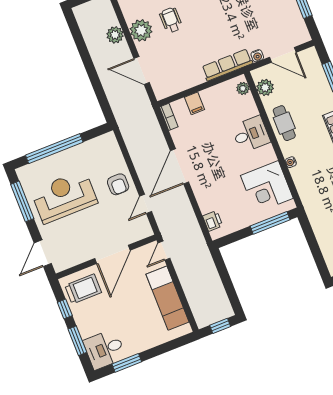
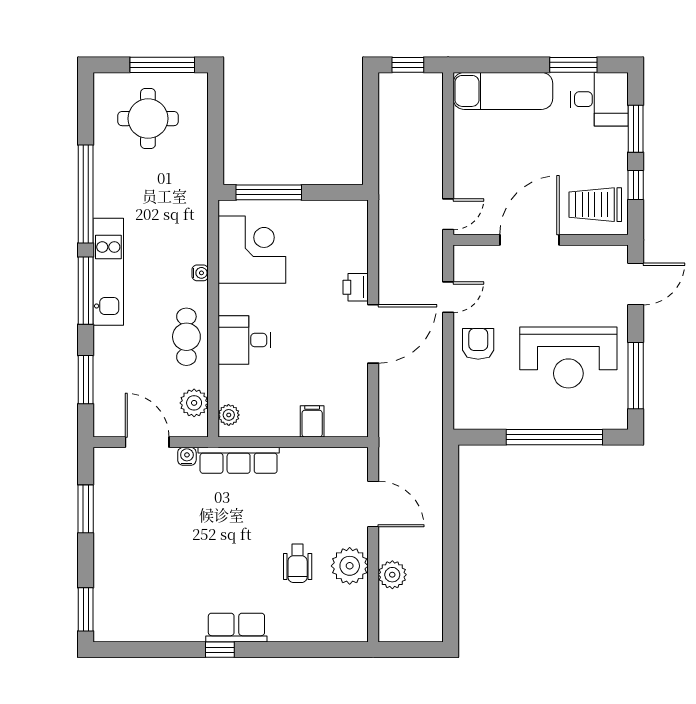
bookcase: (169, 117) -> (360, 416), removed
printer: (213, 221) -> (356, 287), moved
exam couch: (167, 298) -> (503, 91), moved, turned 90

